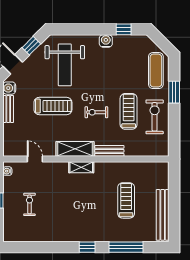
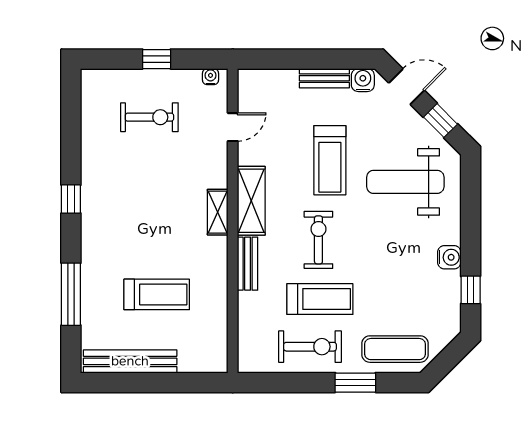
exercise bike: (96, 112) -> (318, 240), width x1.38, depth x1.39
exercise bike: (29, 204) -> (149, 117), width x1.38, depth x1.39
window: (87, 247) -> (71, 199), moved

